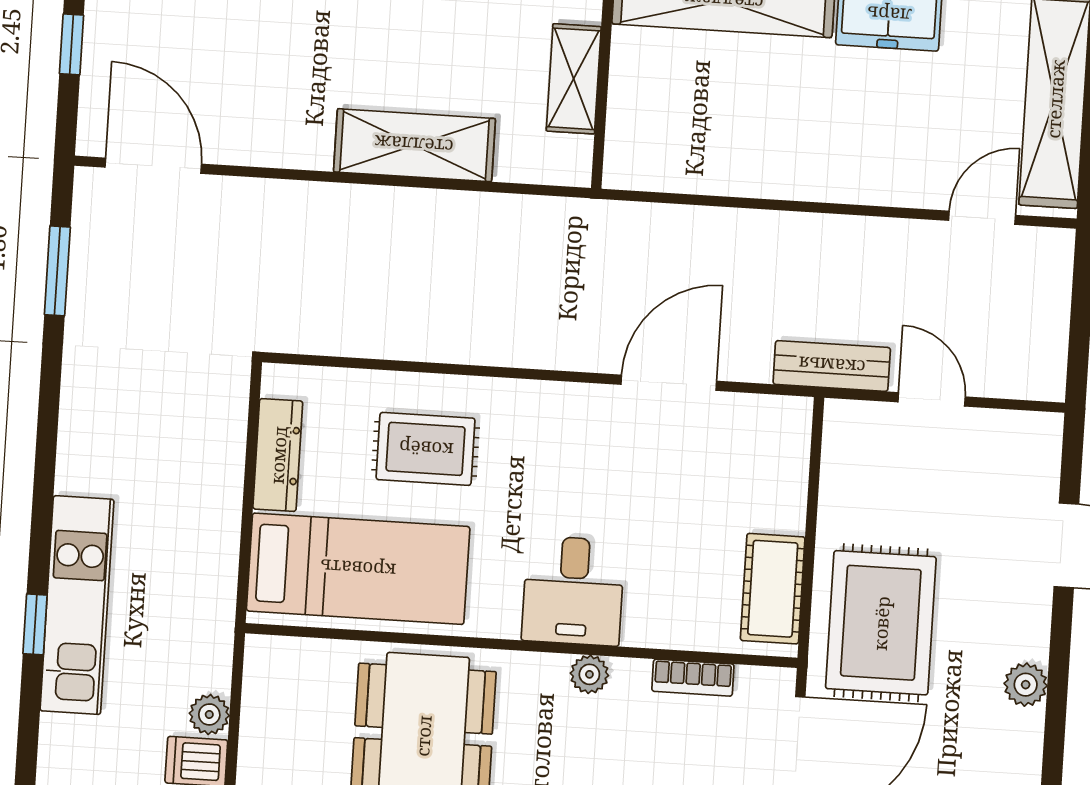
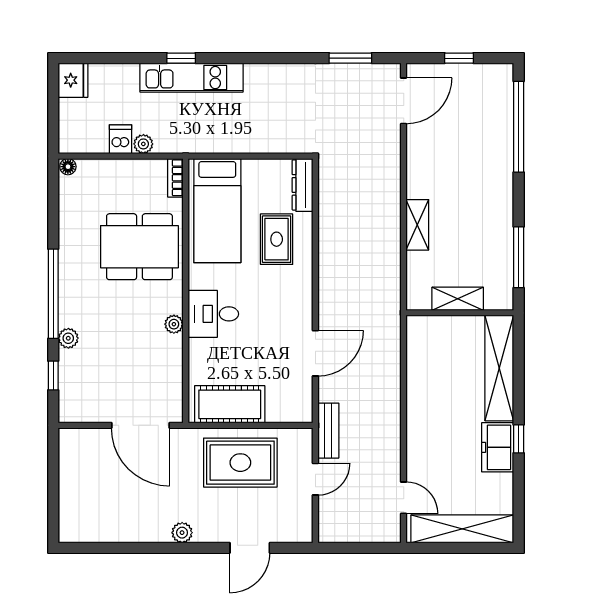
shelving: (414, 145) -> (417, 225), width x0.67, depth x0.75
door: (669, 383) -> (315, 353), hinge flipped
dresser: (278, 455) -> (303, 185), moved, turned 90
cot: (773, 589) -> (230, 404), width x1.37, depth x1.34
rug: (881, 623) -> (240, 463), moved
bookcase: (693, 678) -> (175, 178), moved

